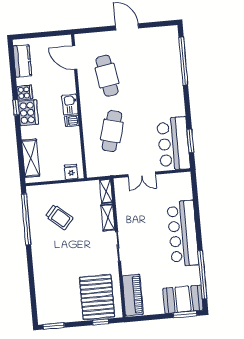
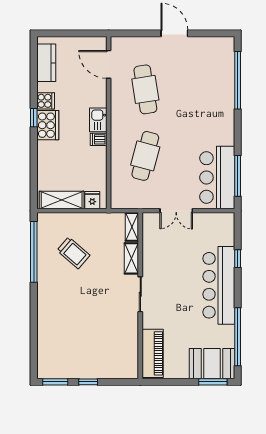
window: (190, 141) -> (238, 176), width x1.44
shelving: (31, 158) -> (62, 200), moved, turned 90
window: (197, 210) -> (238, 259), added
pallet: (97, 297) -> (110, 352), removed
window: (100, 322) -> (88, 382), moved

